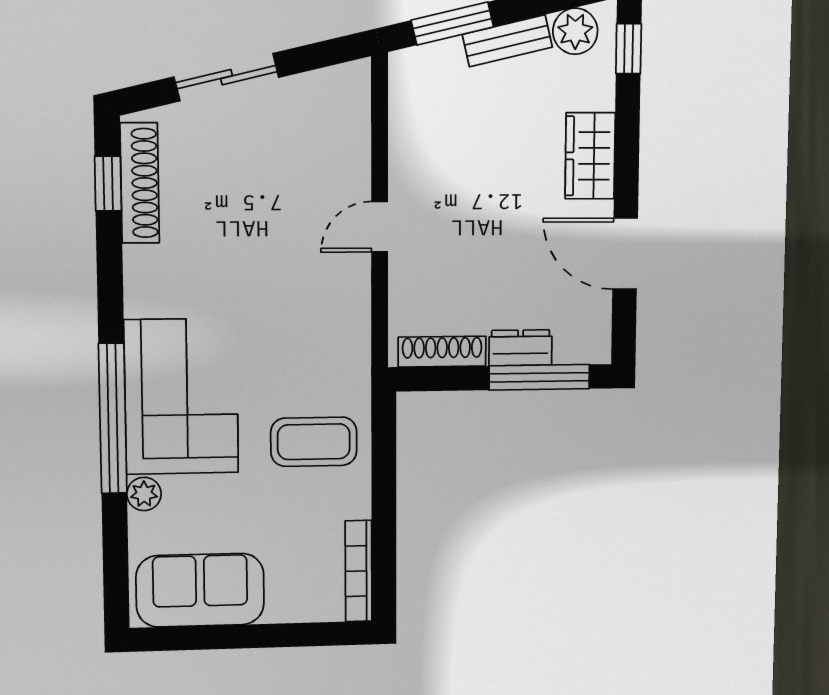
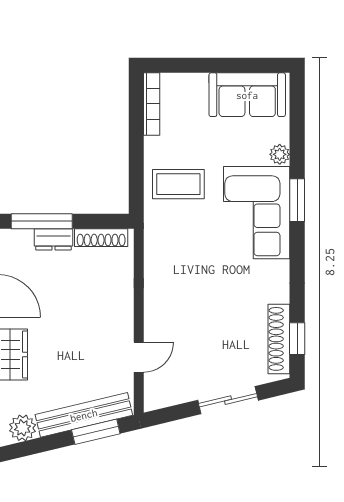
bench: (507, 41) -> (84, 415), width x1.86, depth x1.21
door: (380, 227) -> (139, 357), moved
window: (113, 419) -> (297, 200), width x0.47

